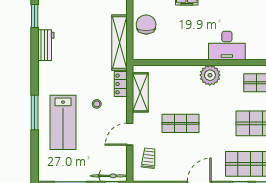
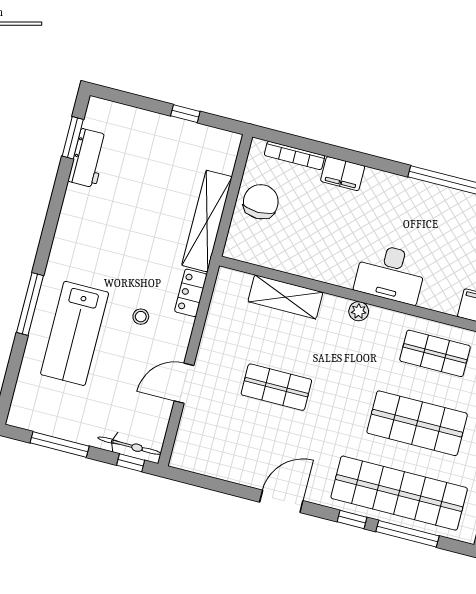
workbench: (46, 45) -> (88, 158), moved
plant: (210, 75) -> (359, 311), width x0.53, depth x0.53
shelving: (140, 92) -> (285, 297), moved, turned 90
trolley: (149, 158) -> (206, 433), removed

